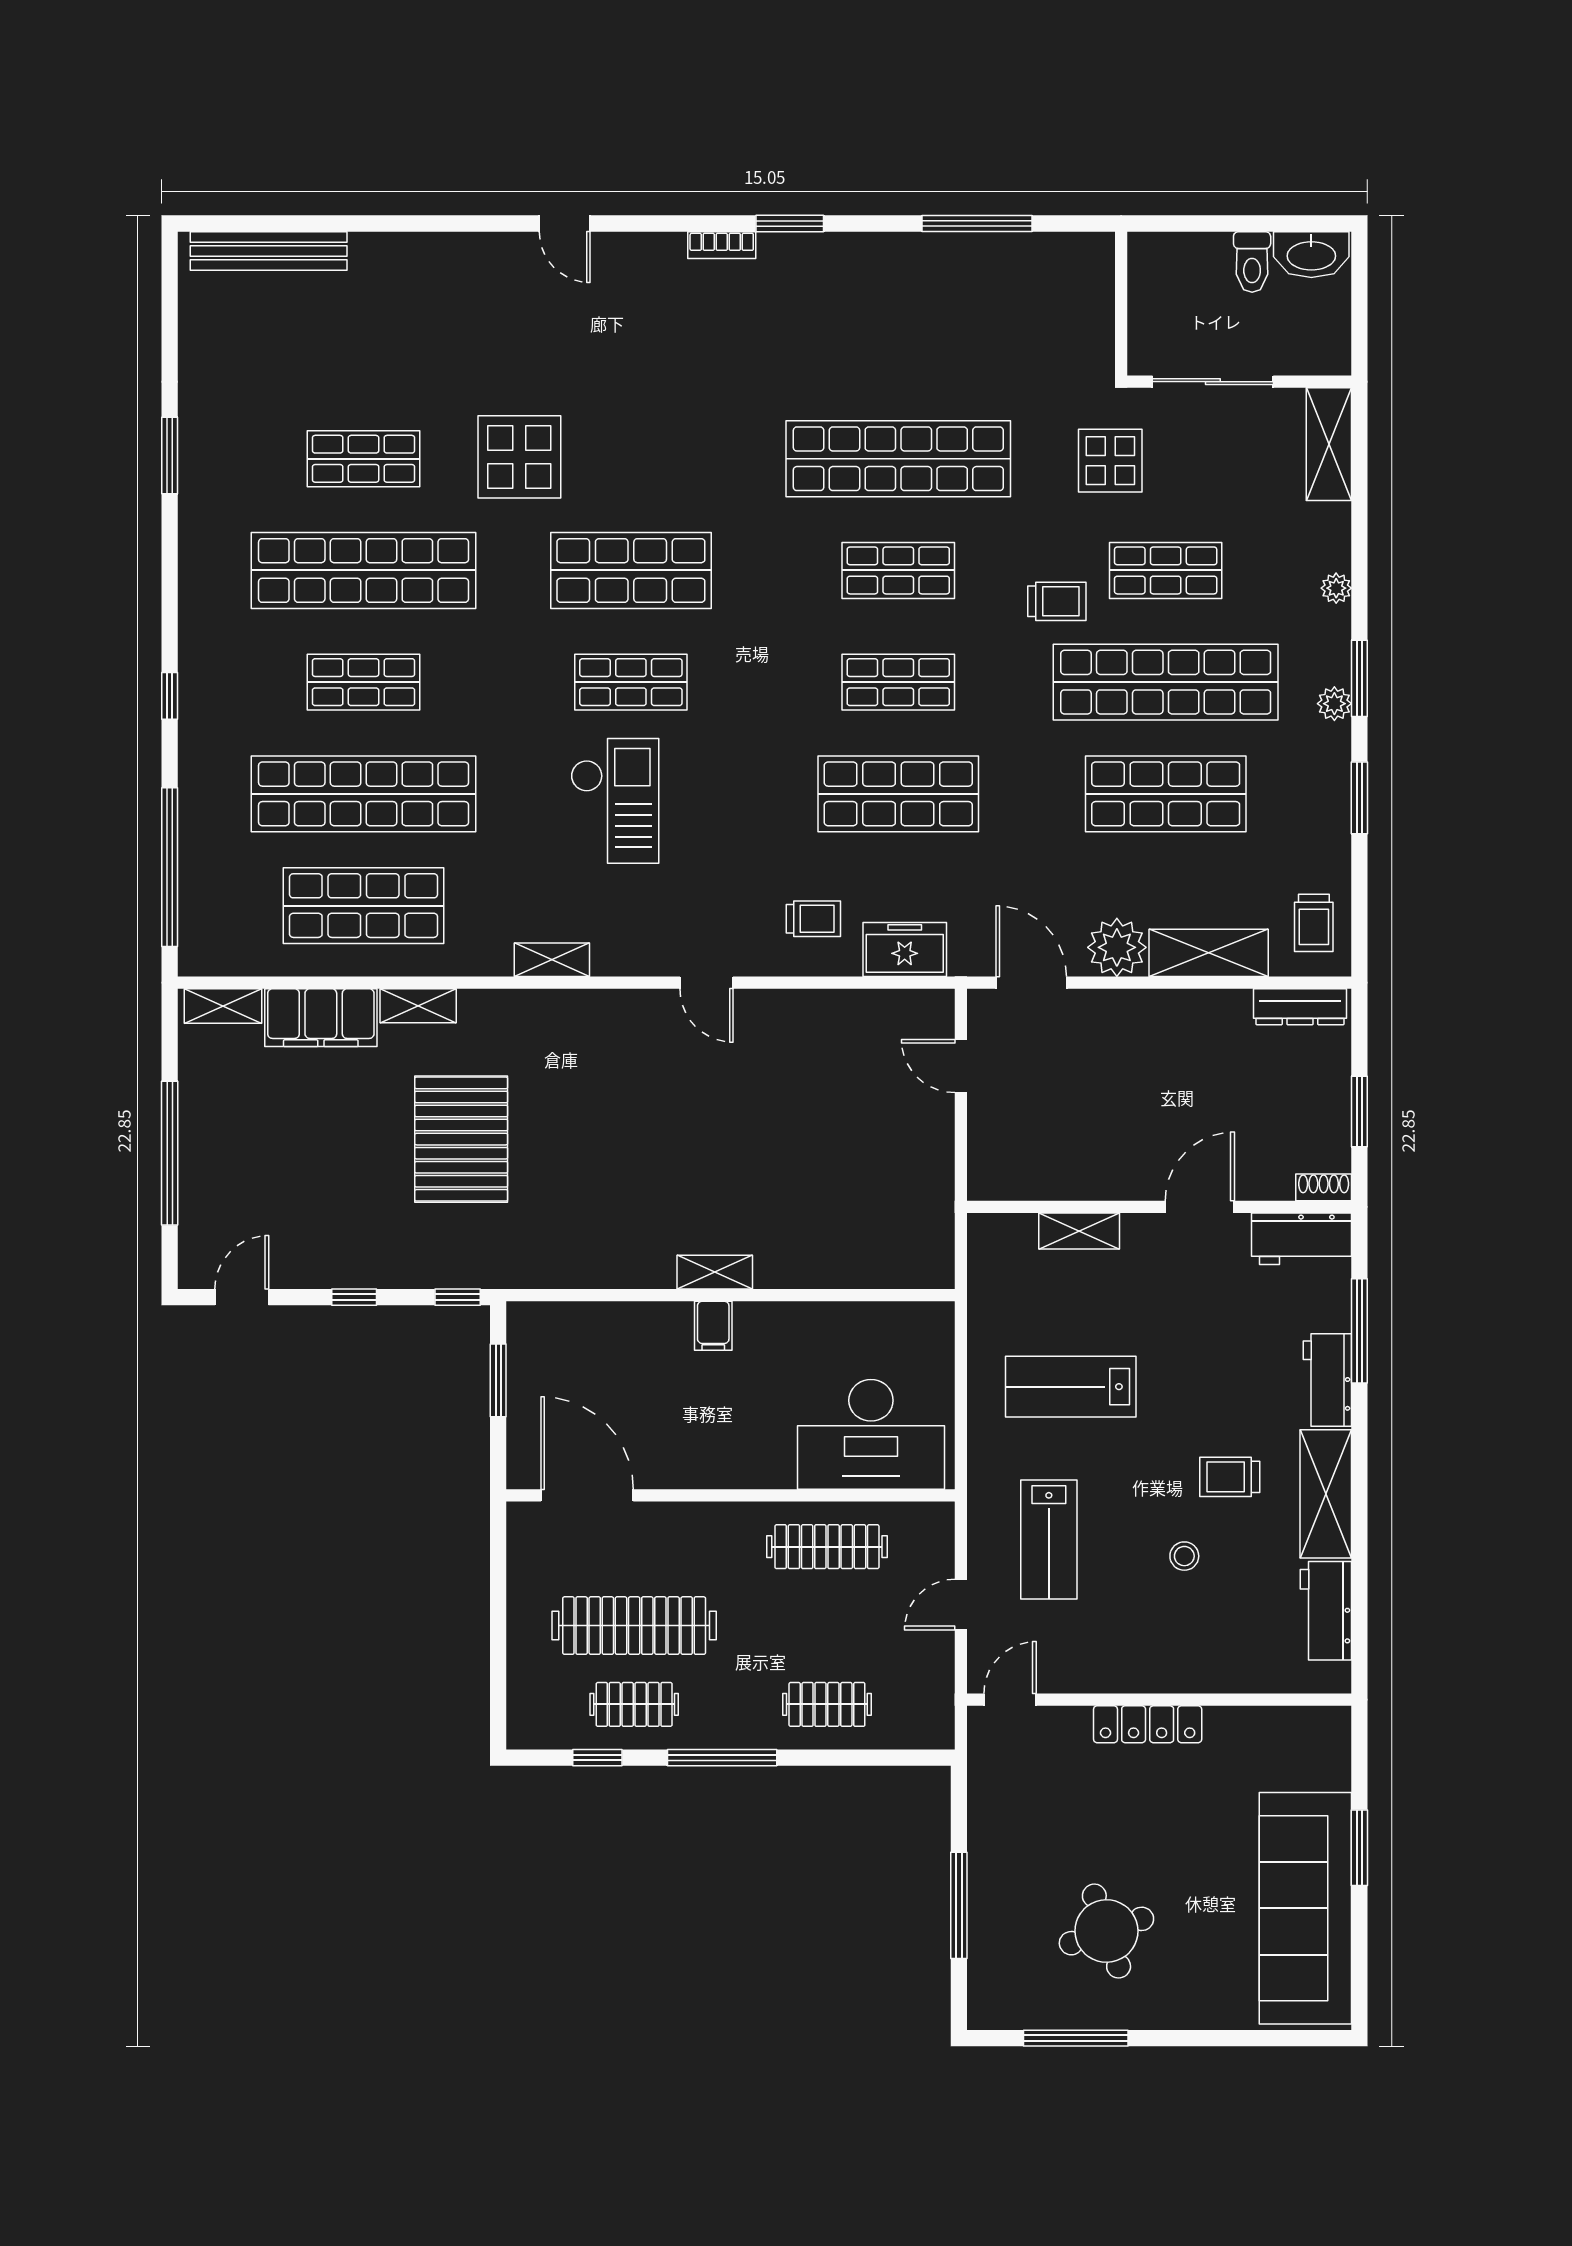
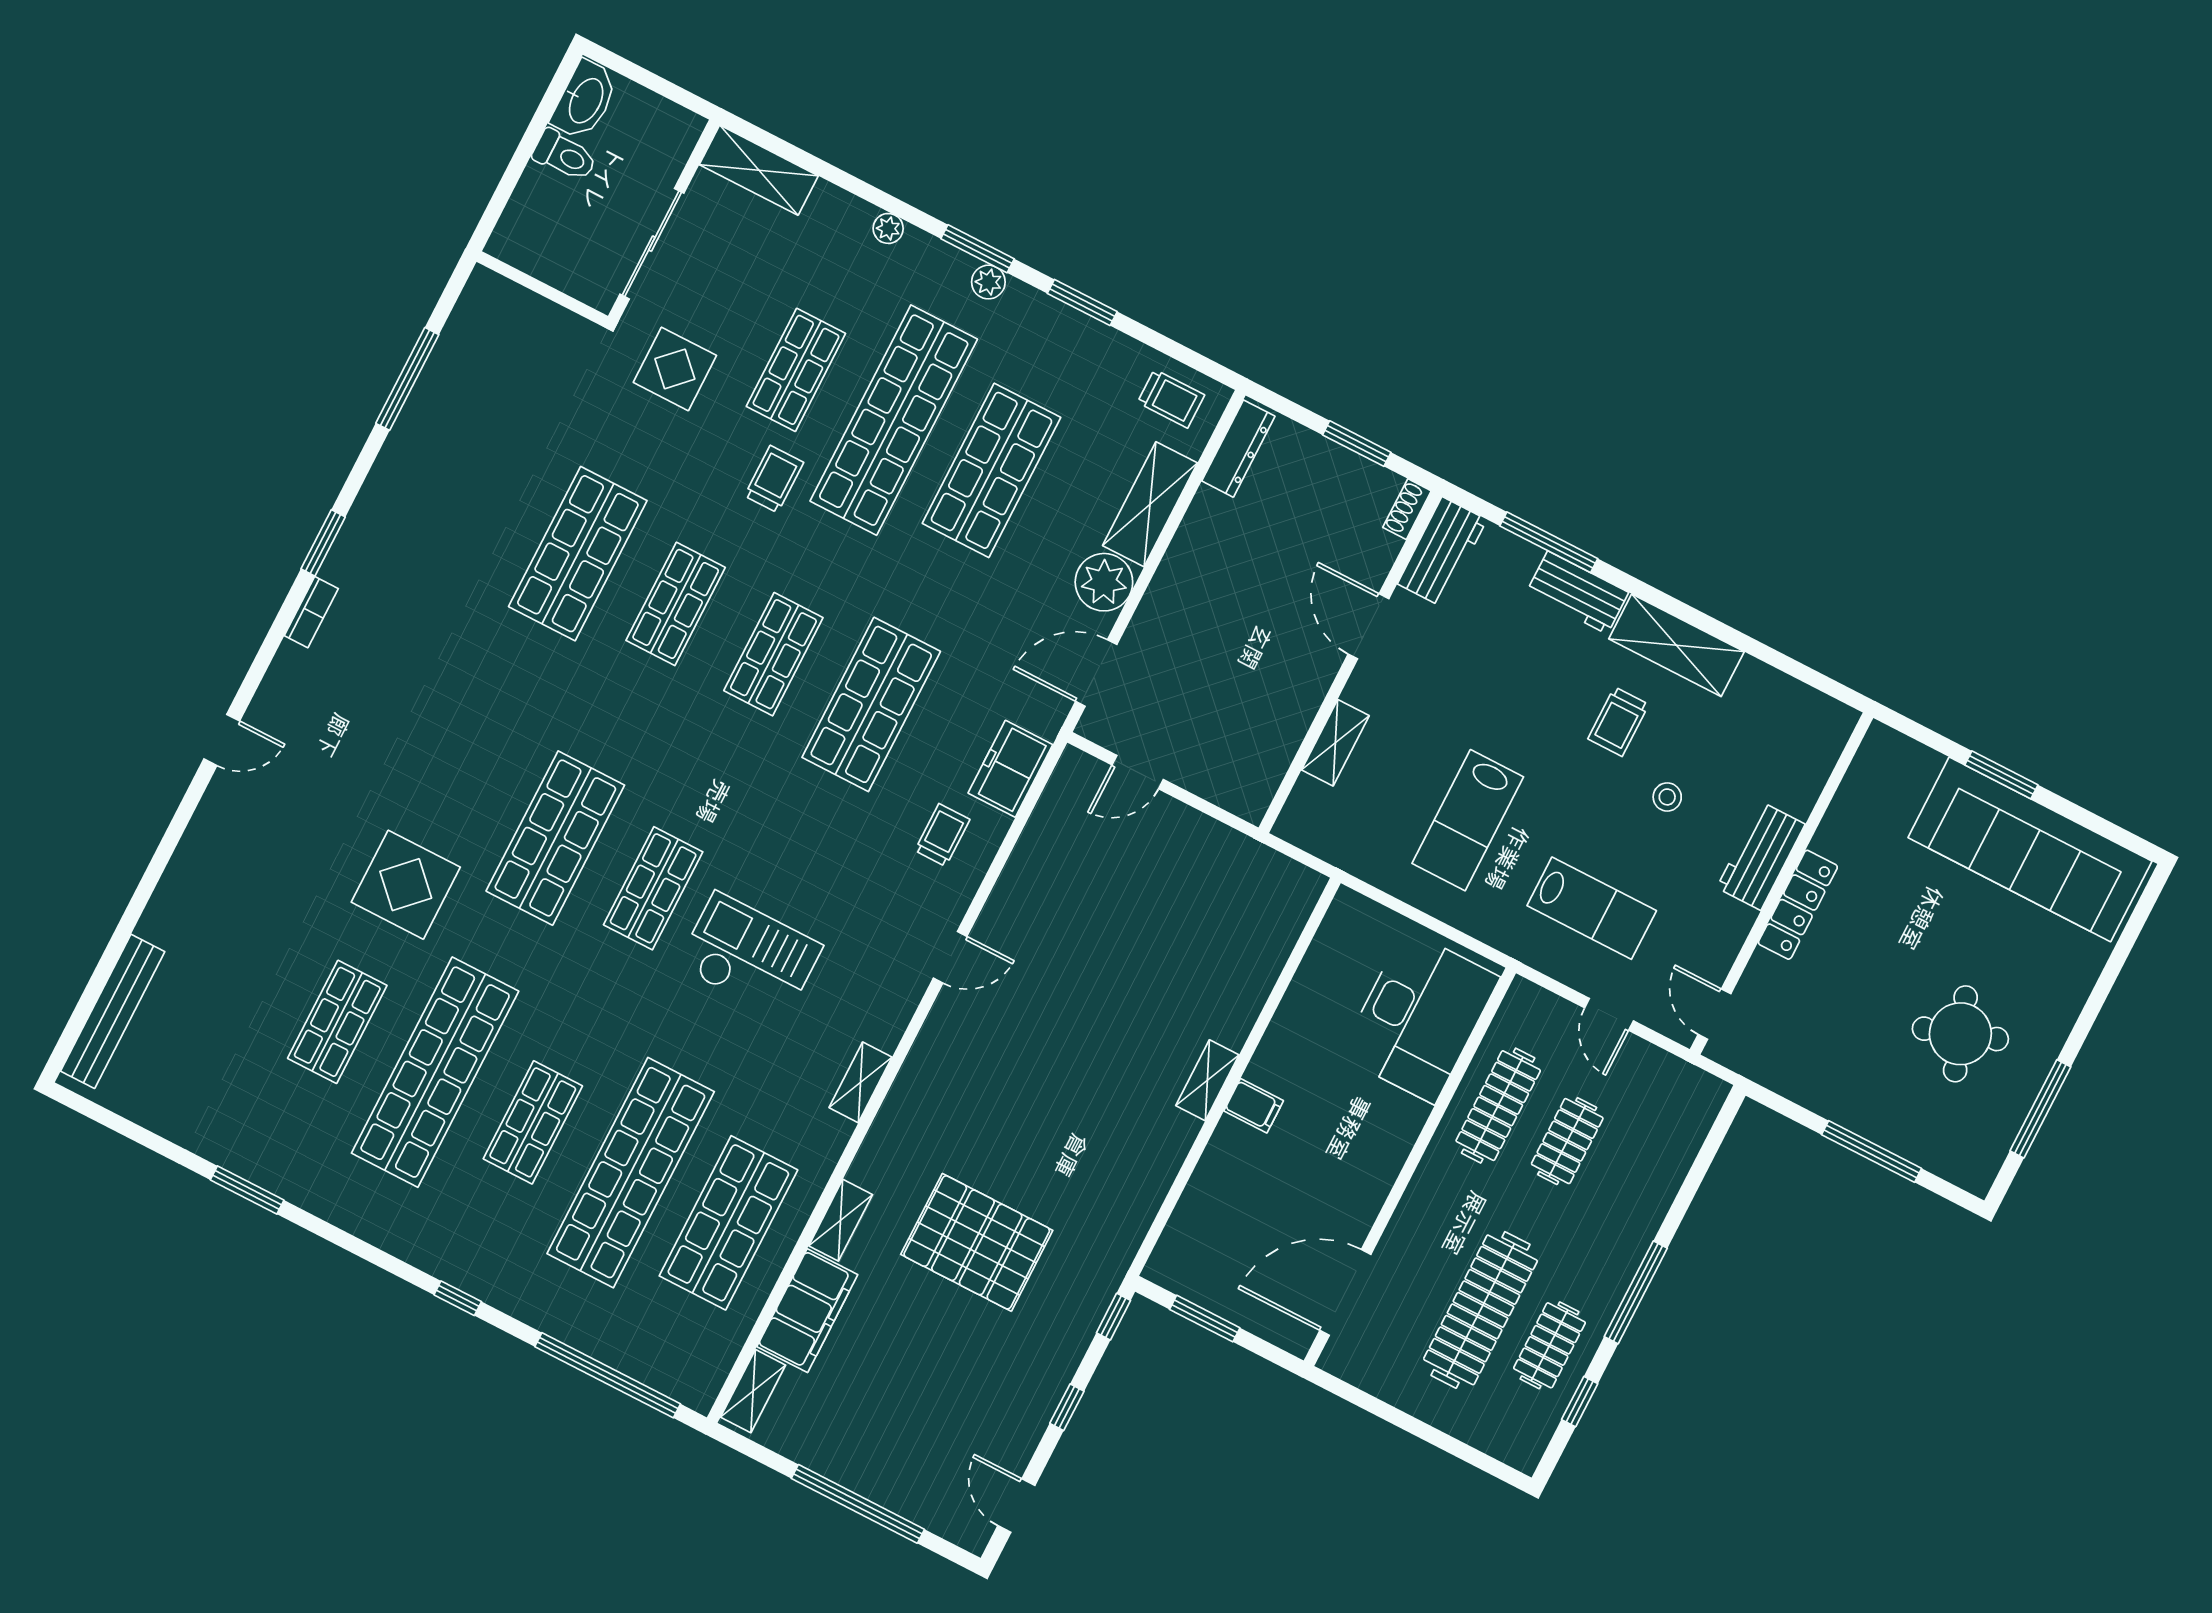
shop shelf: (898, 459) -> (578, 554), width x0.71
workbench: (1326, 1611) -> (1761, 856), moved, turned 90
clothes rail: (827, 1704) -> (1567, 1141), moved

